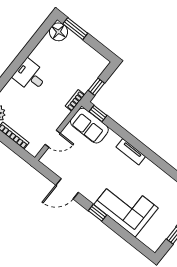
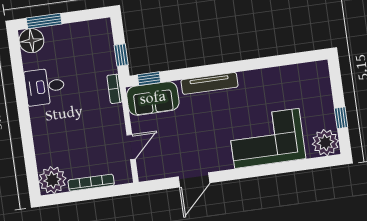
desk: (30, 76) -> (45, 87), moved
tv unit: (131, 152) -> (210, 83), width x1.41
window: (97, 213) -> (246, 173), removed
plant: (154, 240) -> (325, 143), added

